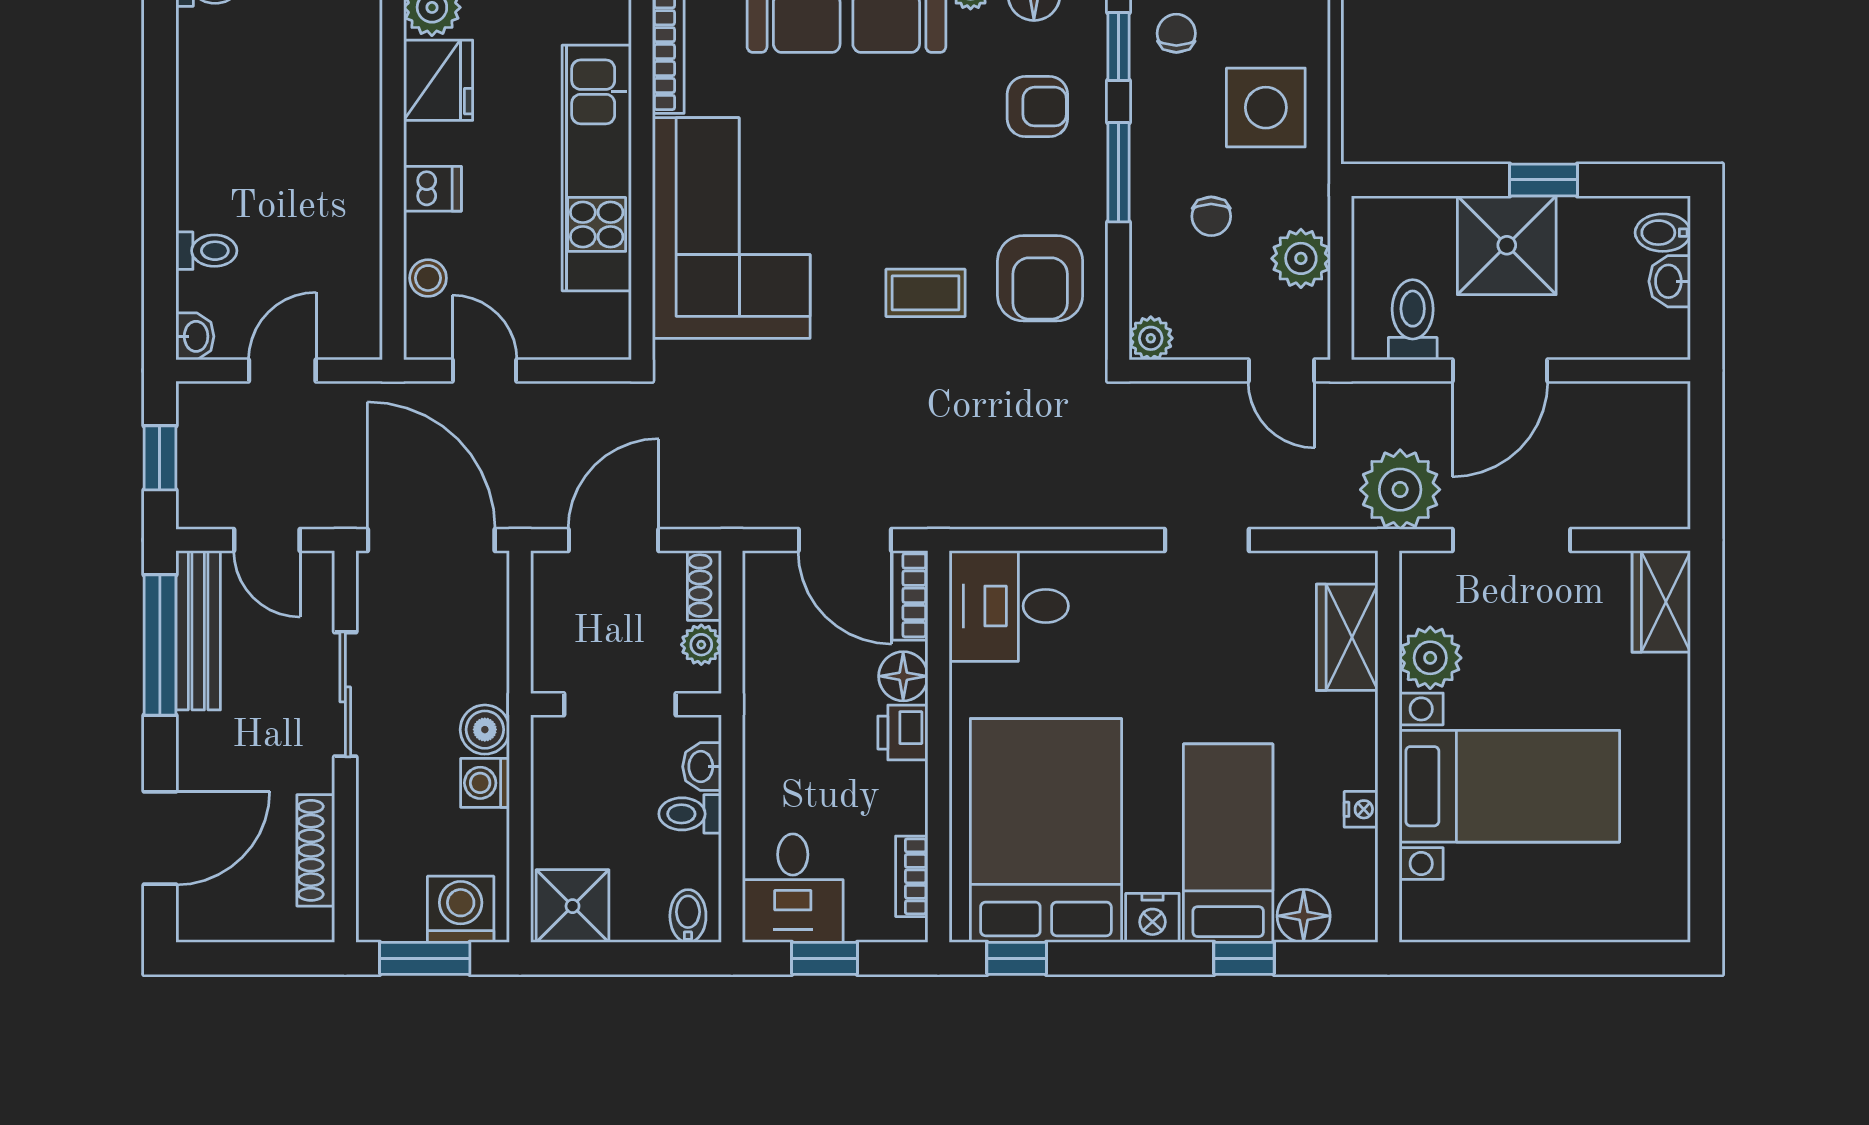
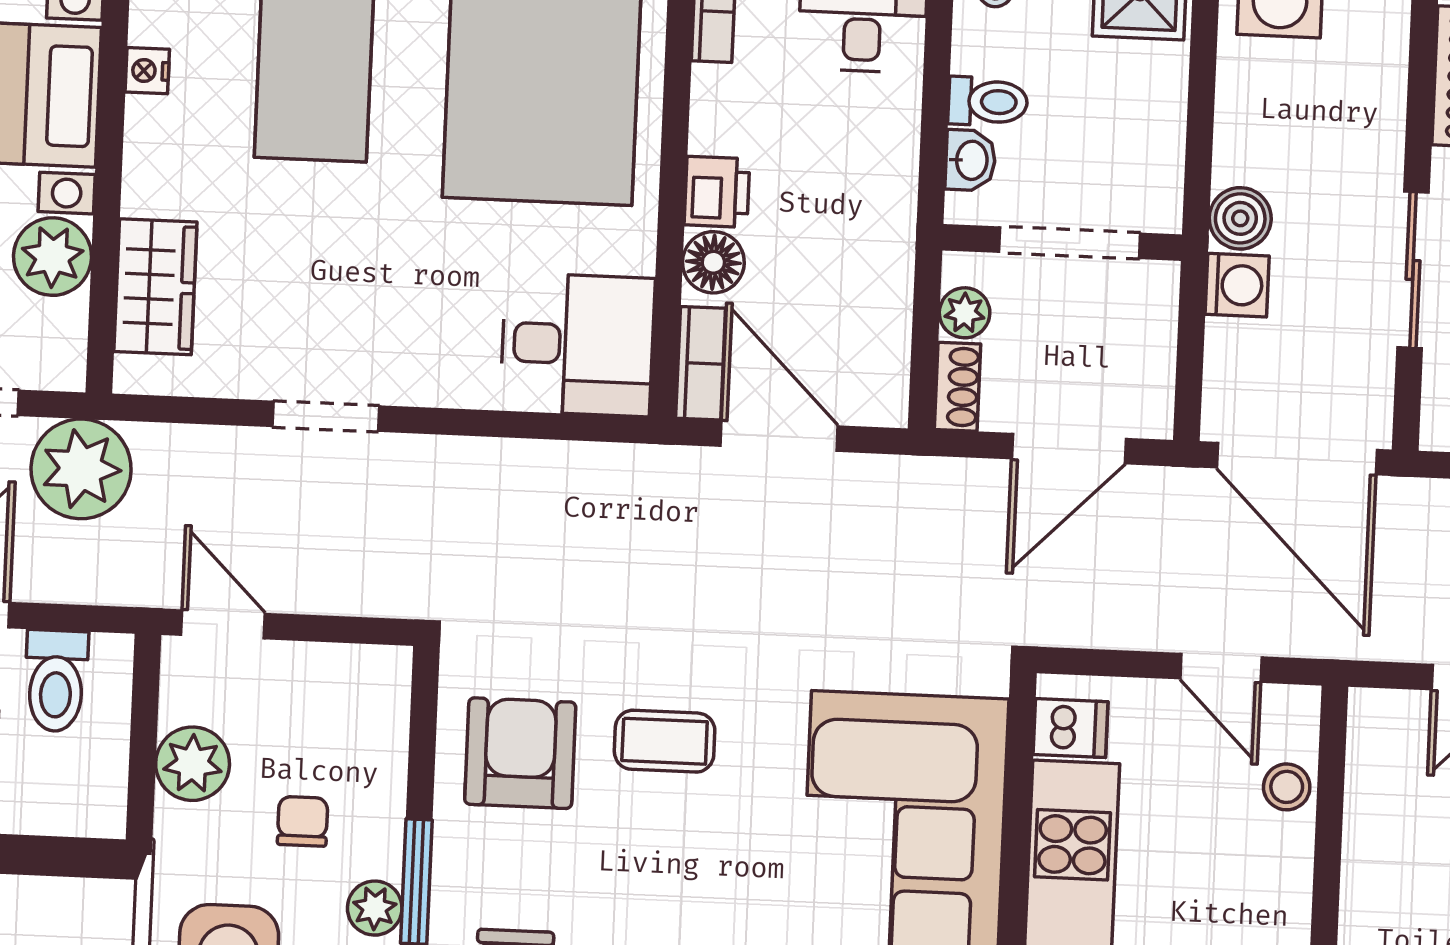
dishwasher: (432, 189) -> (1071, 728), moved, turned 180
plant: (1151, 338) -> (375, 908), moved
washing machine: (485, 783) -> (1237, 285), moved

